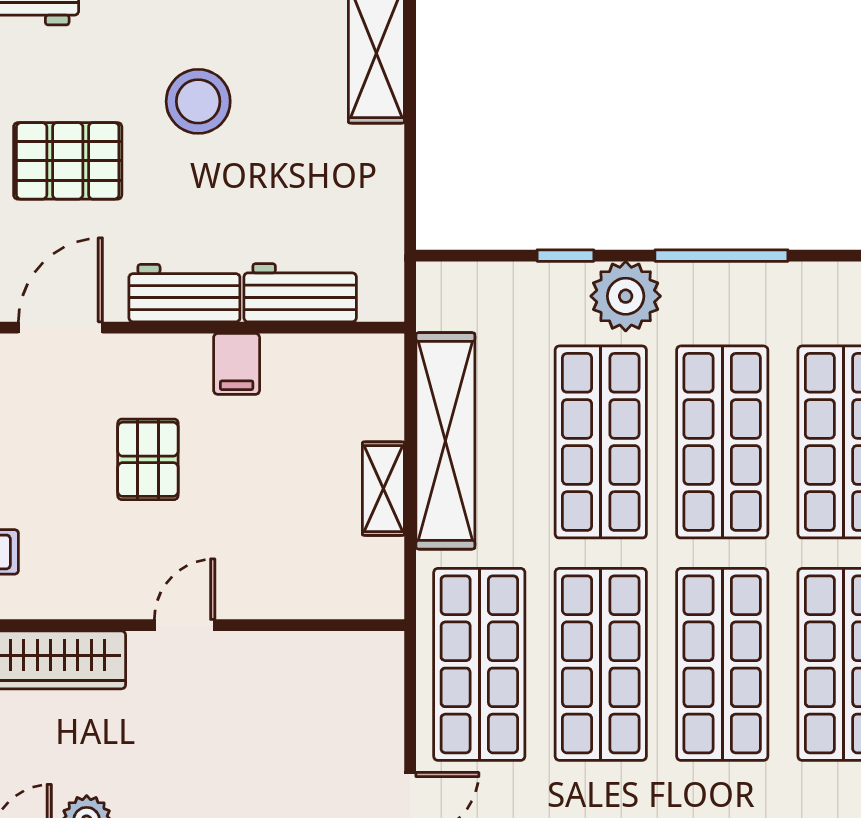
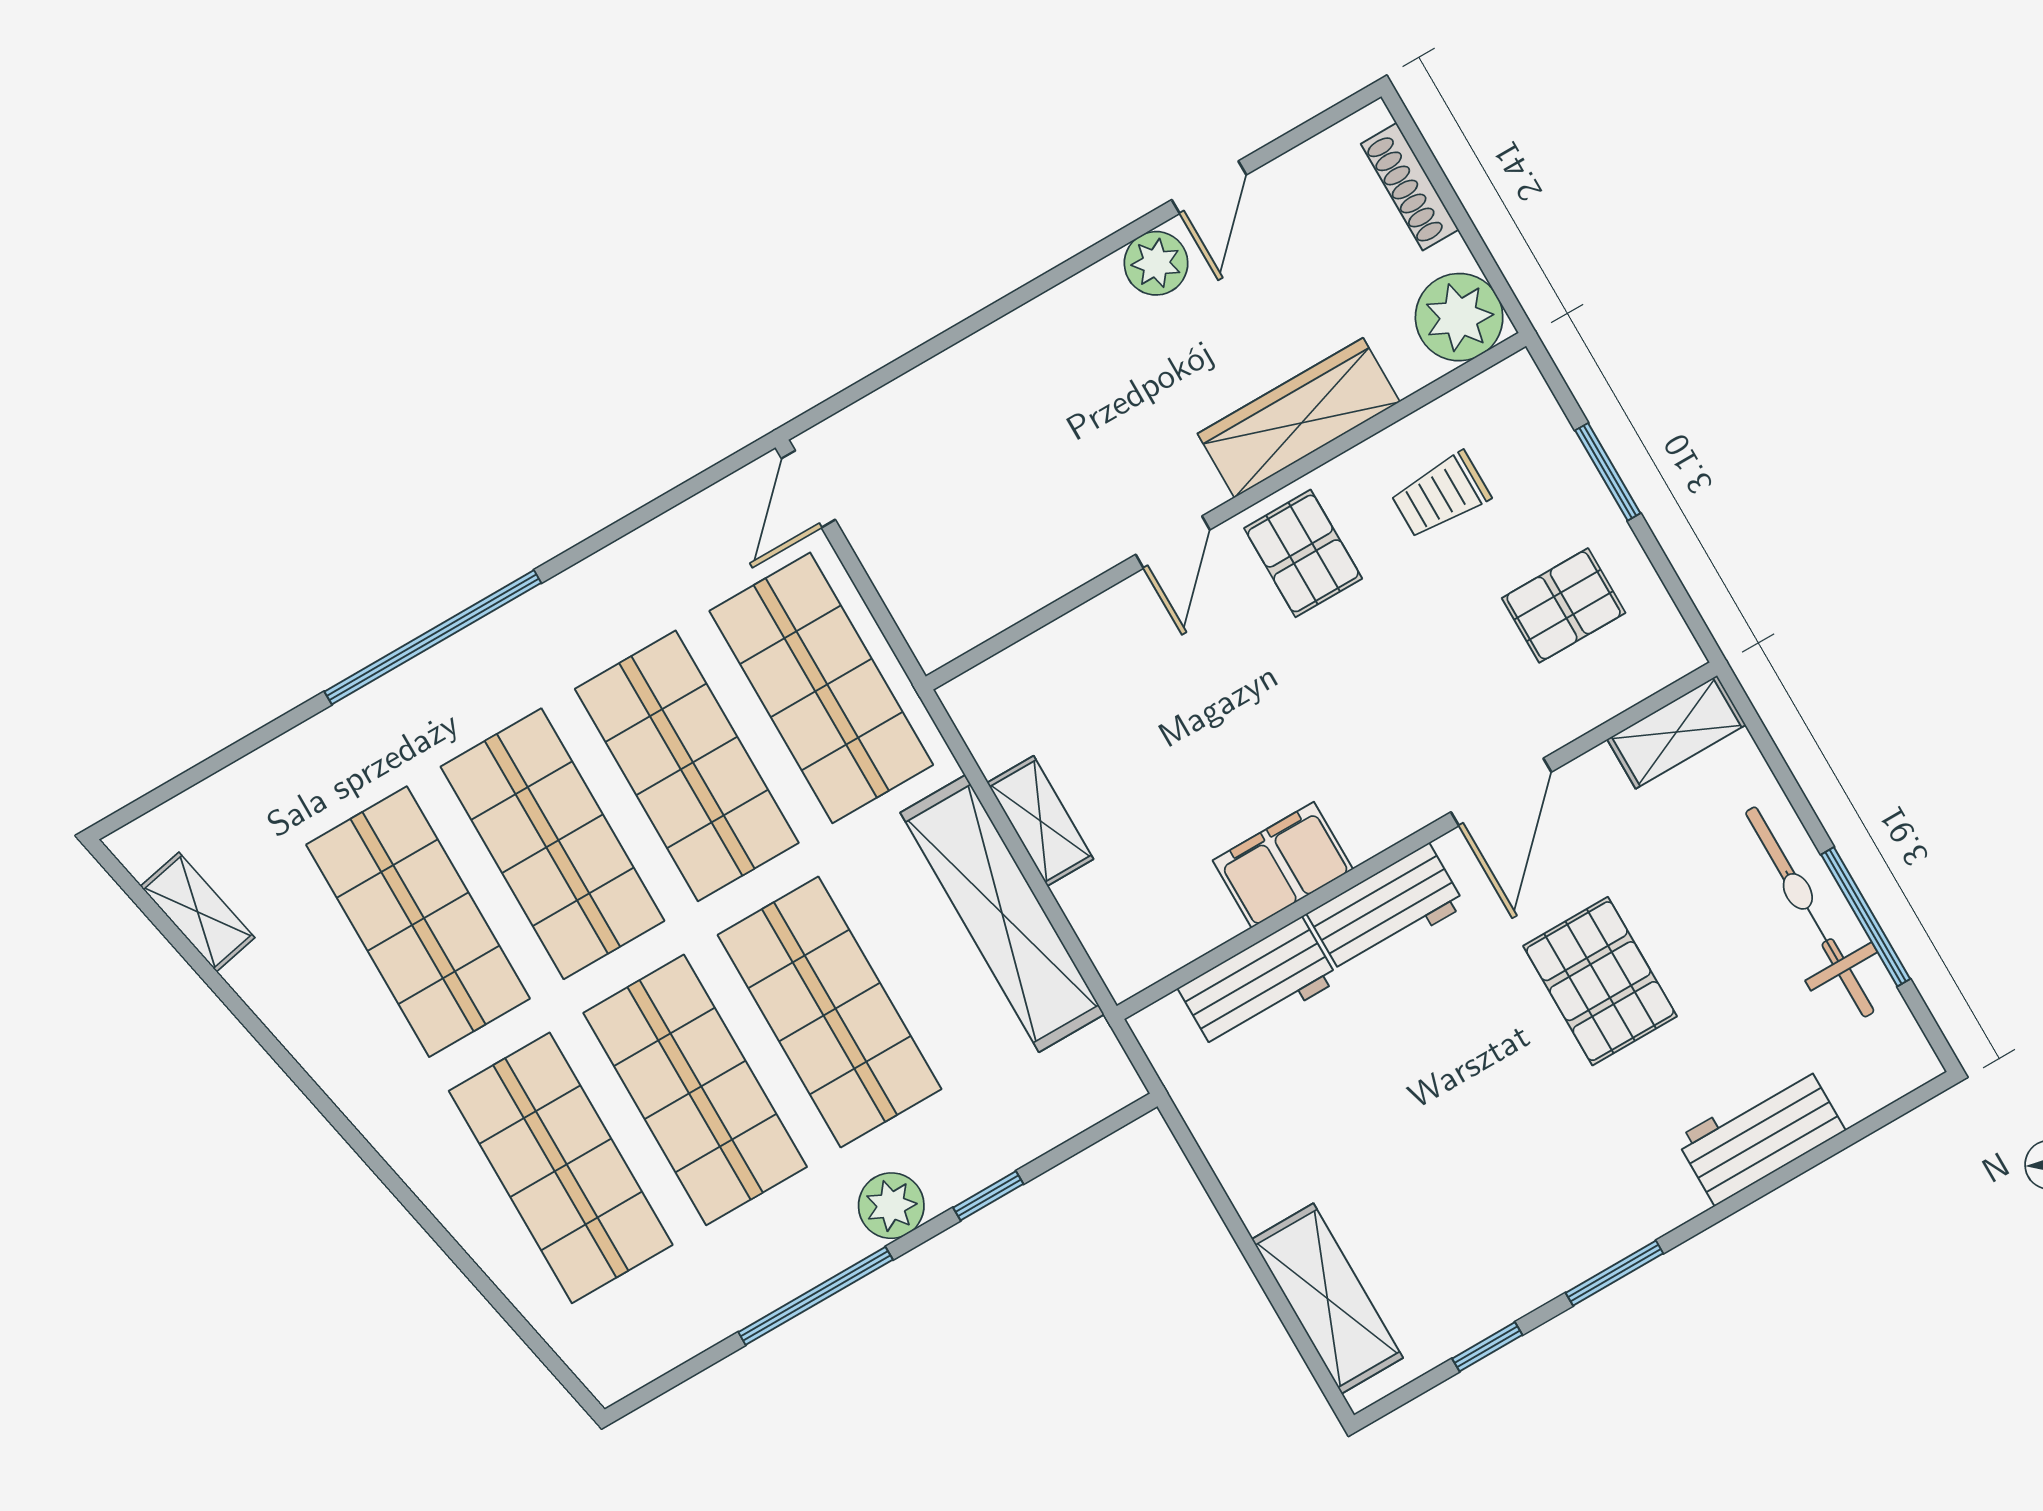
stool: (198, 101) -> (1494, 1131), removed
pallet: (68, 161) -> (1600, 981), turned 90
plant: (626, 296) -> (891, 1206), width x0.73, depth x0.73
filing cabinet: (237, 364) -> (1283, 865), width x2.00
pallet: (148, 459) -> (1303, 553), moved

